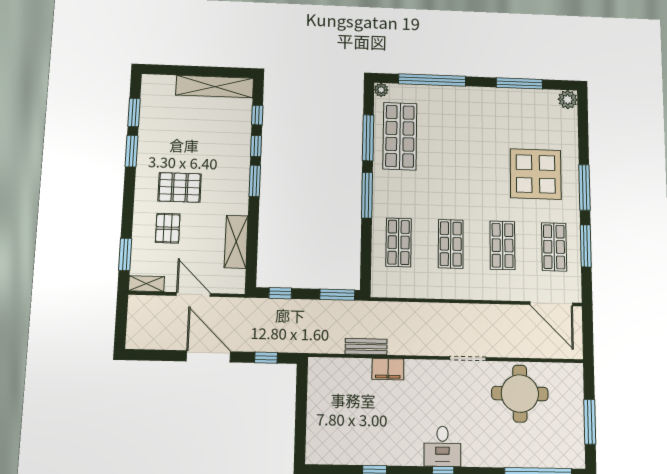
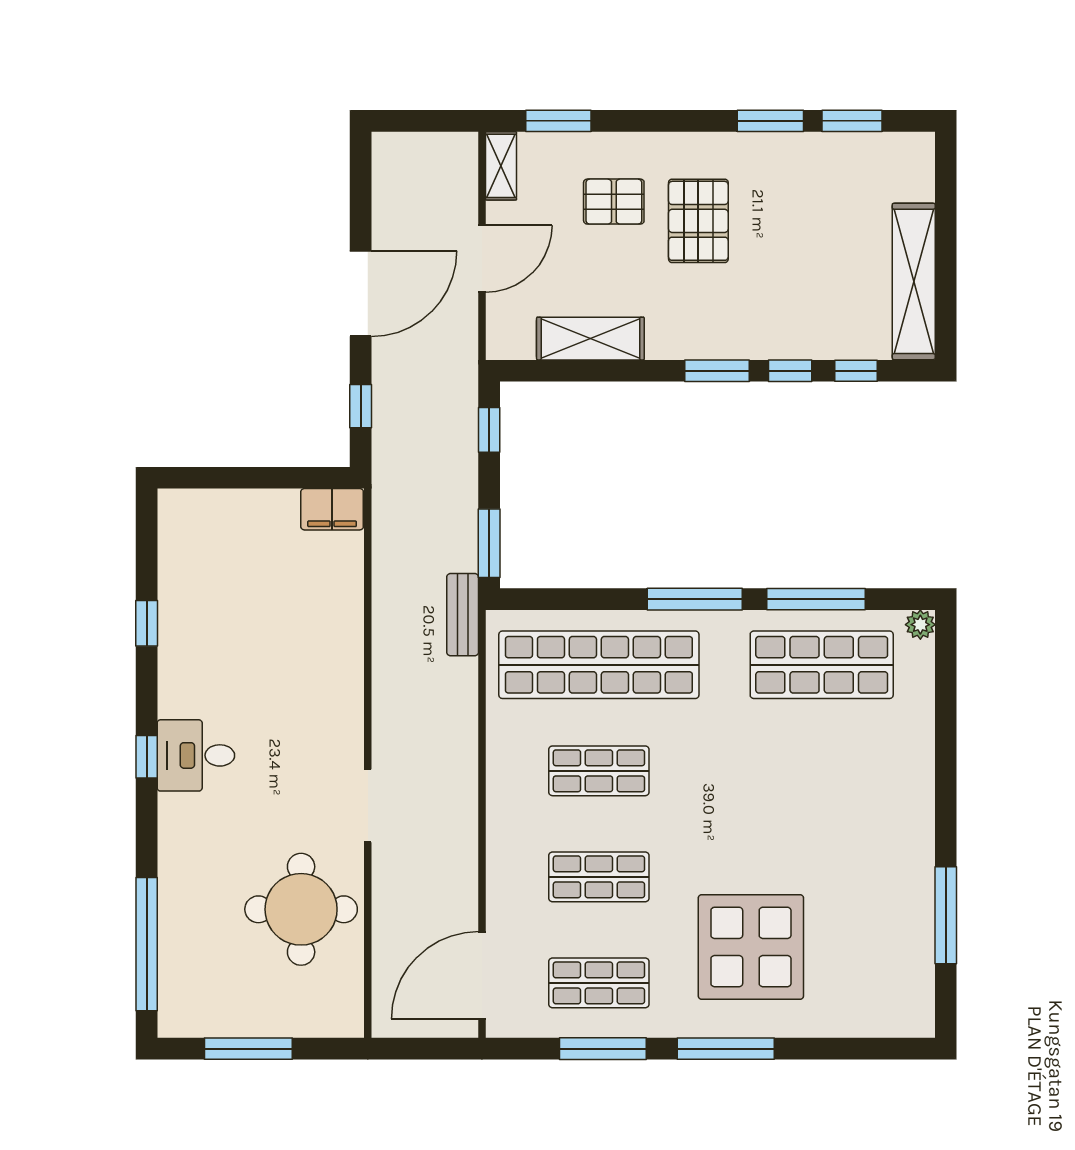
window: (432, 80) -> (946, 731), removed
plant: (568, 100) -> (914, 1017), removed
shop shelf: (399, 242) -> (599, 665), width x2.00, depth x1.36
bench: (366, 347) -> (463, 615), moved
filing cabinet: (388, 369) -> (332, 509), moved, turned -90

